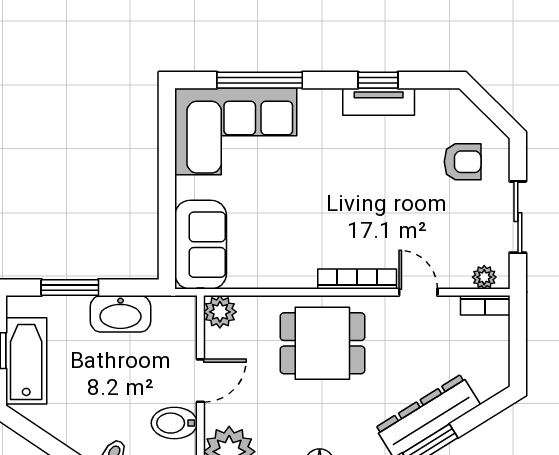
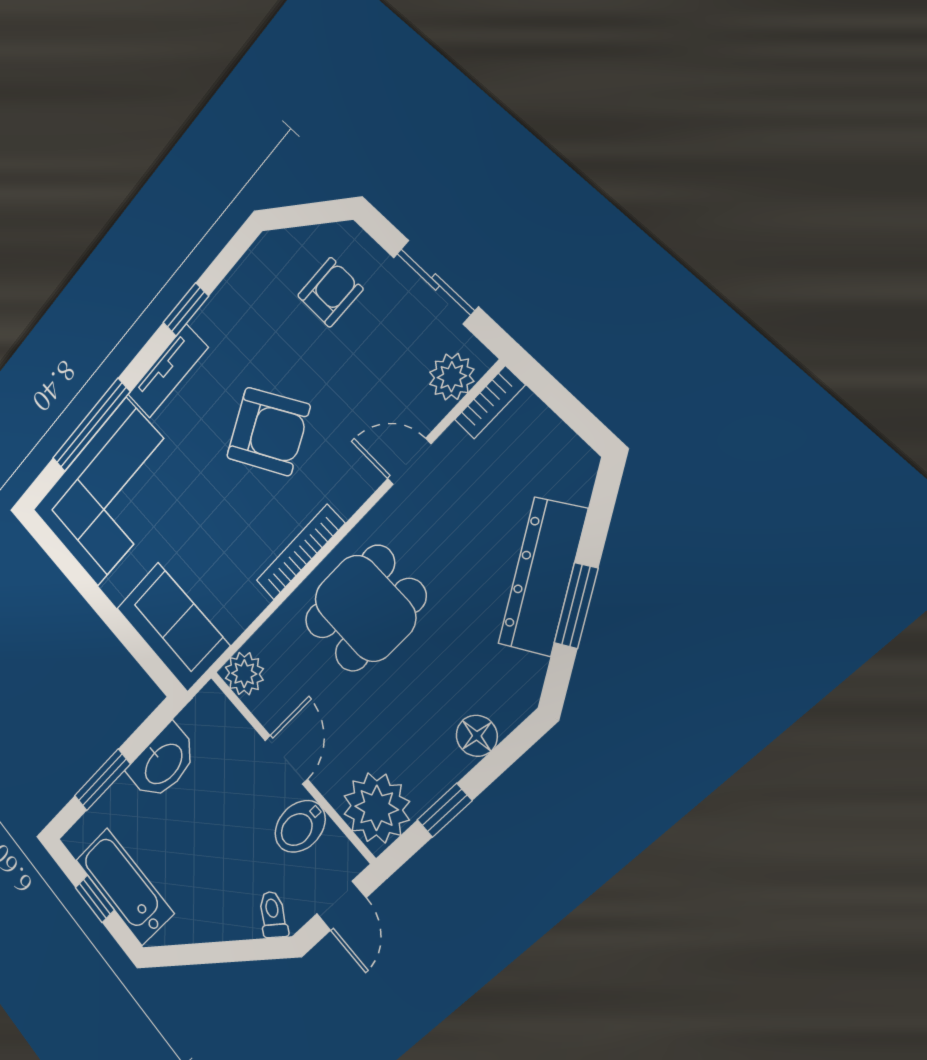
tv unit: (379, 102) -> (168, 371), moved
armchair: (360, 197) -> (268, 432), added
plant: (484, 277) -> (452, 377), width x1.38, depth x1.38
bookcase: (357, 279) -> (300, 552), moved

